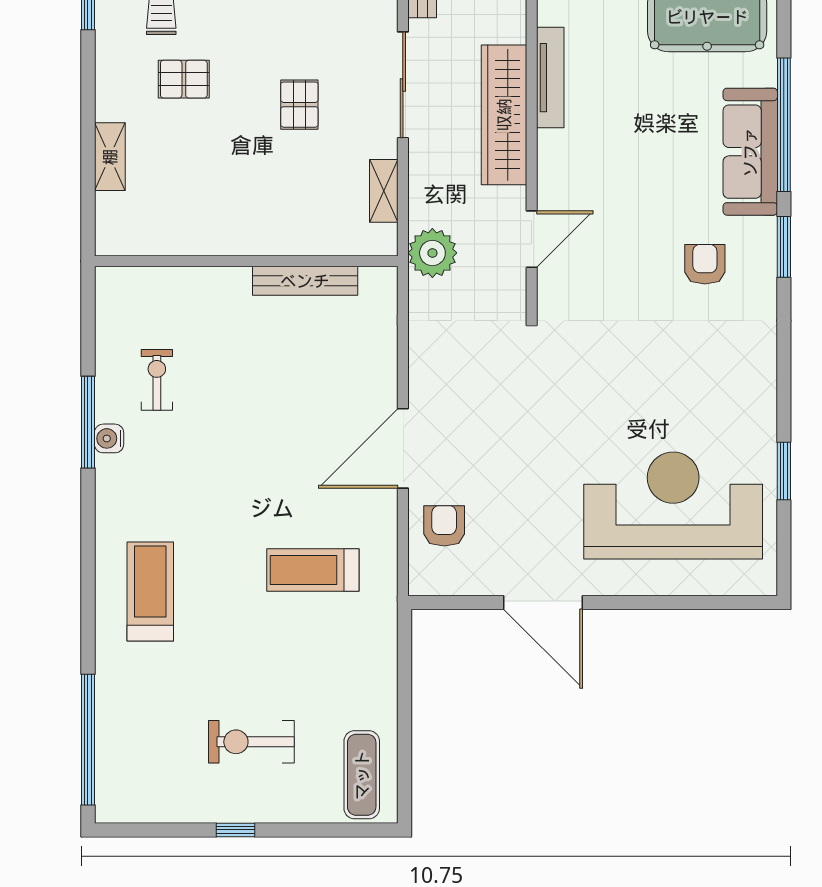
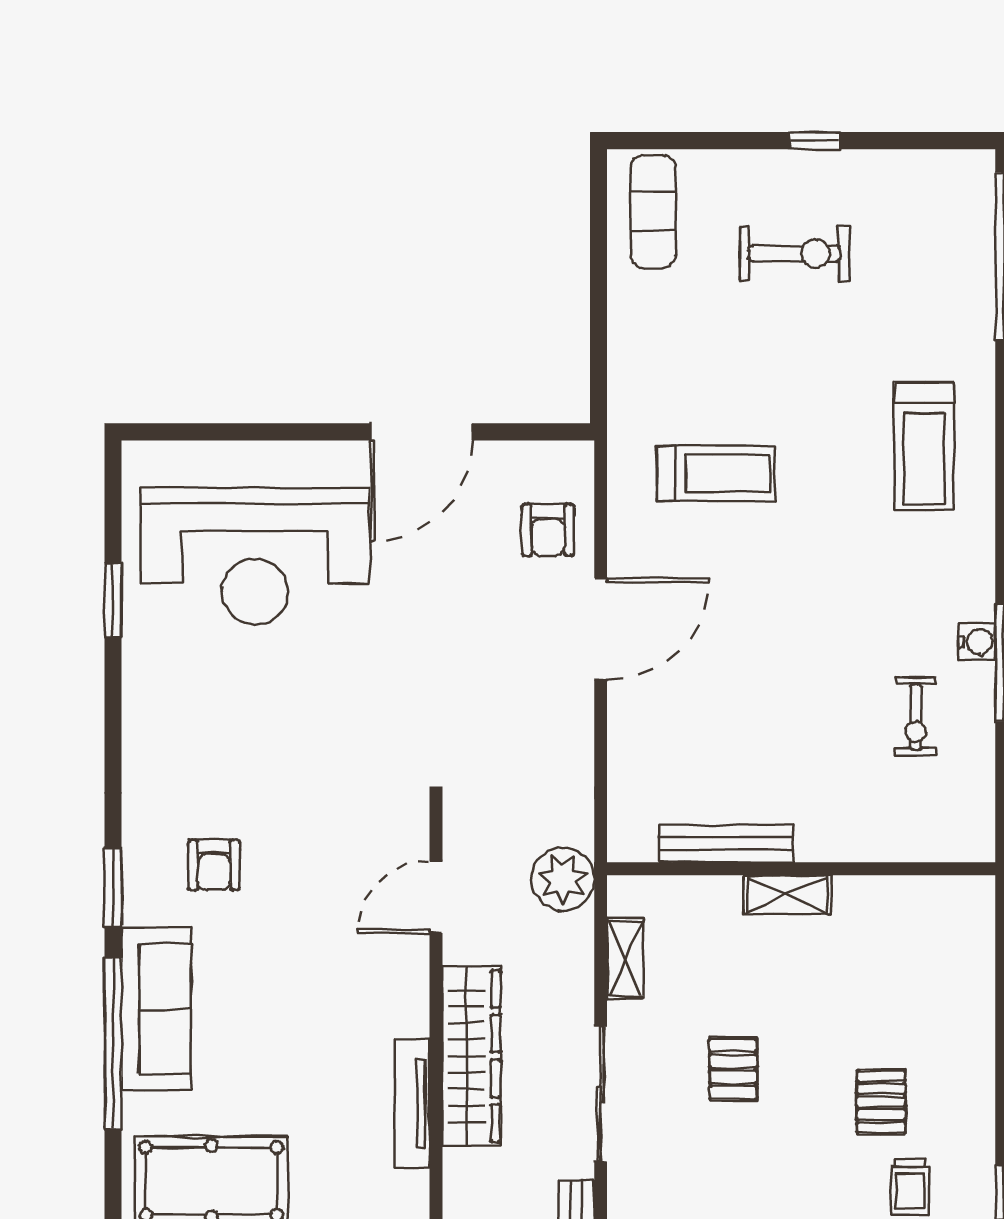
pallet: (184, 79) -> (881, 1102), turned 90
shelving: (110, 157) -> (787, 895), moved, turned 90
door: (543, 602) -> (421, 432), swing flipped

